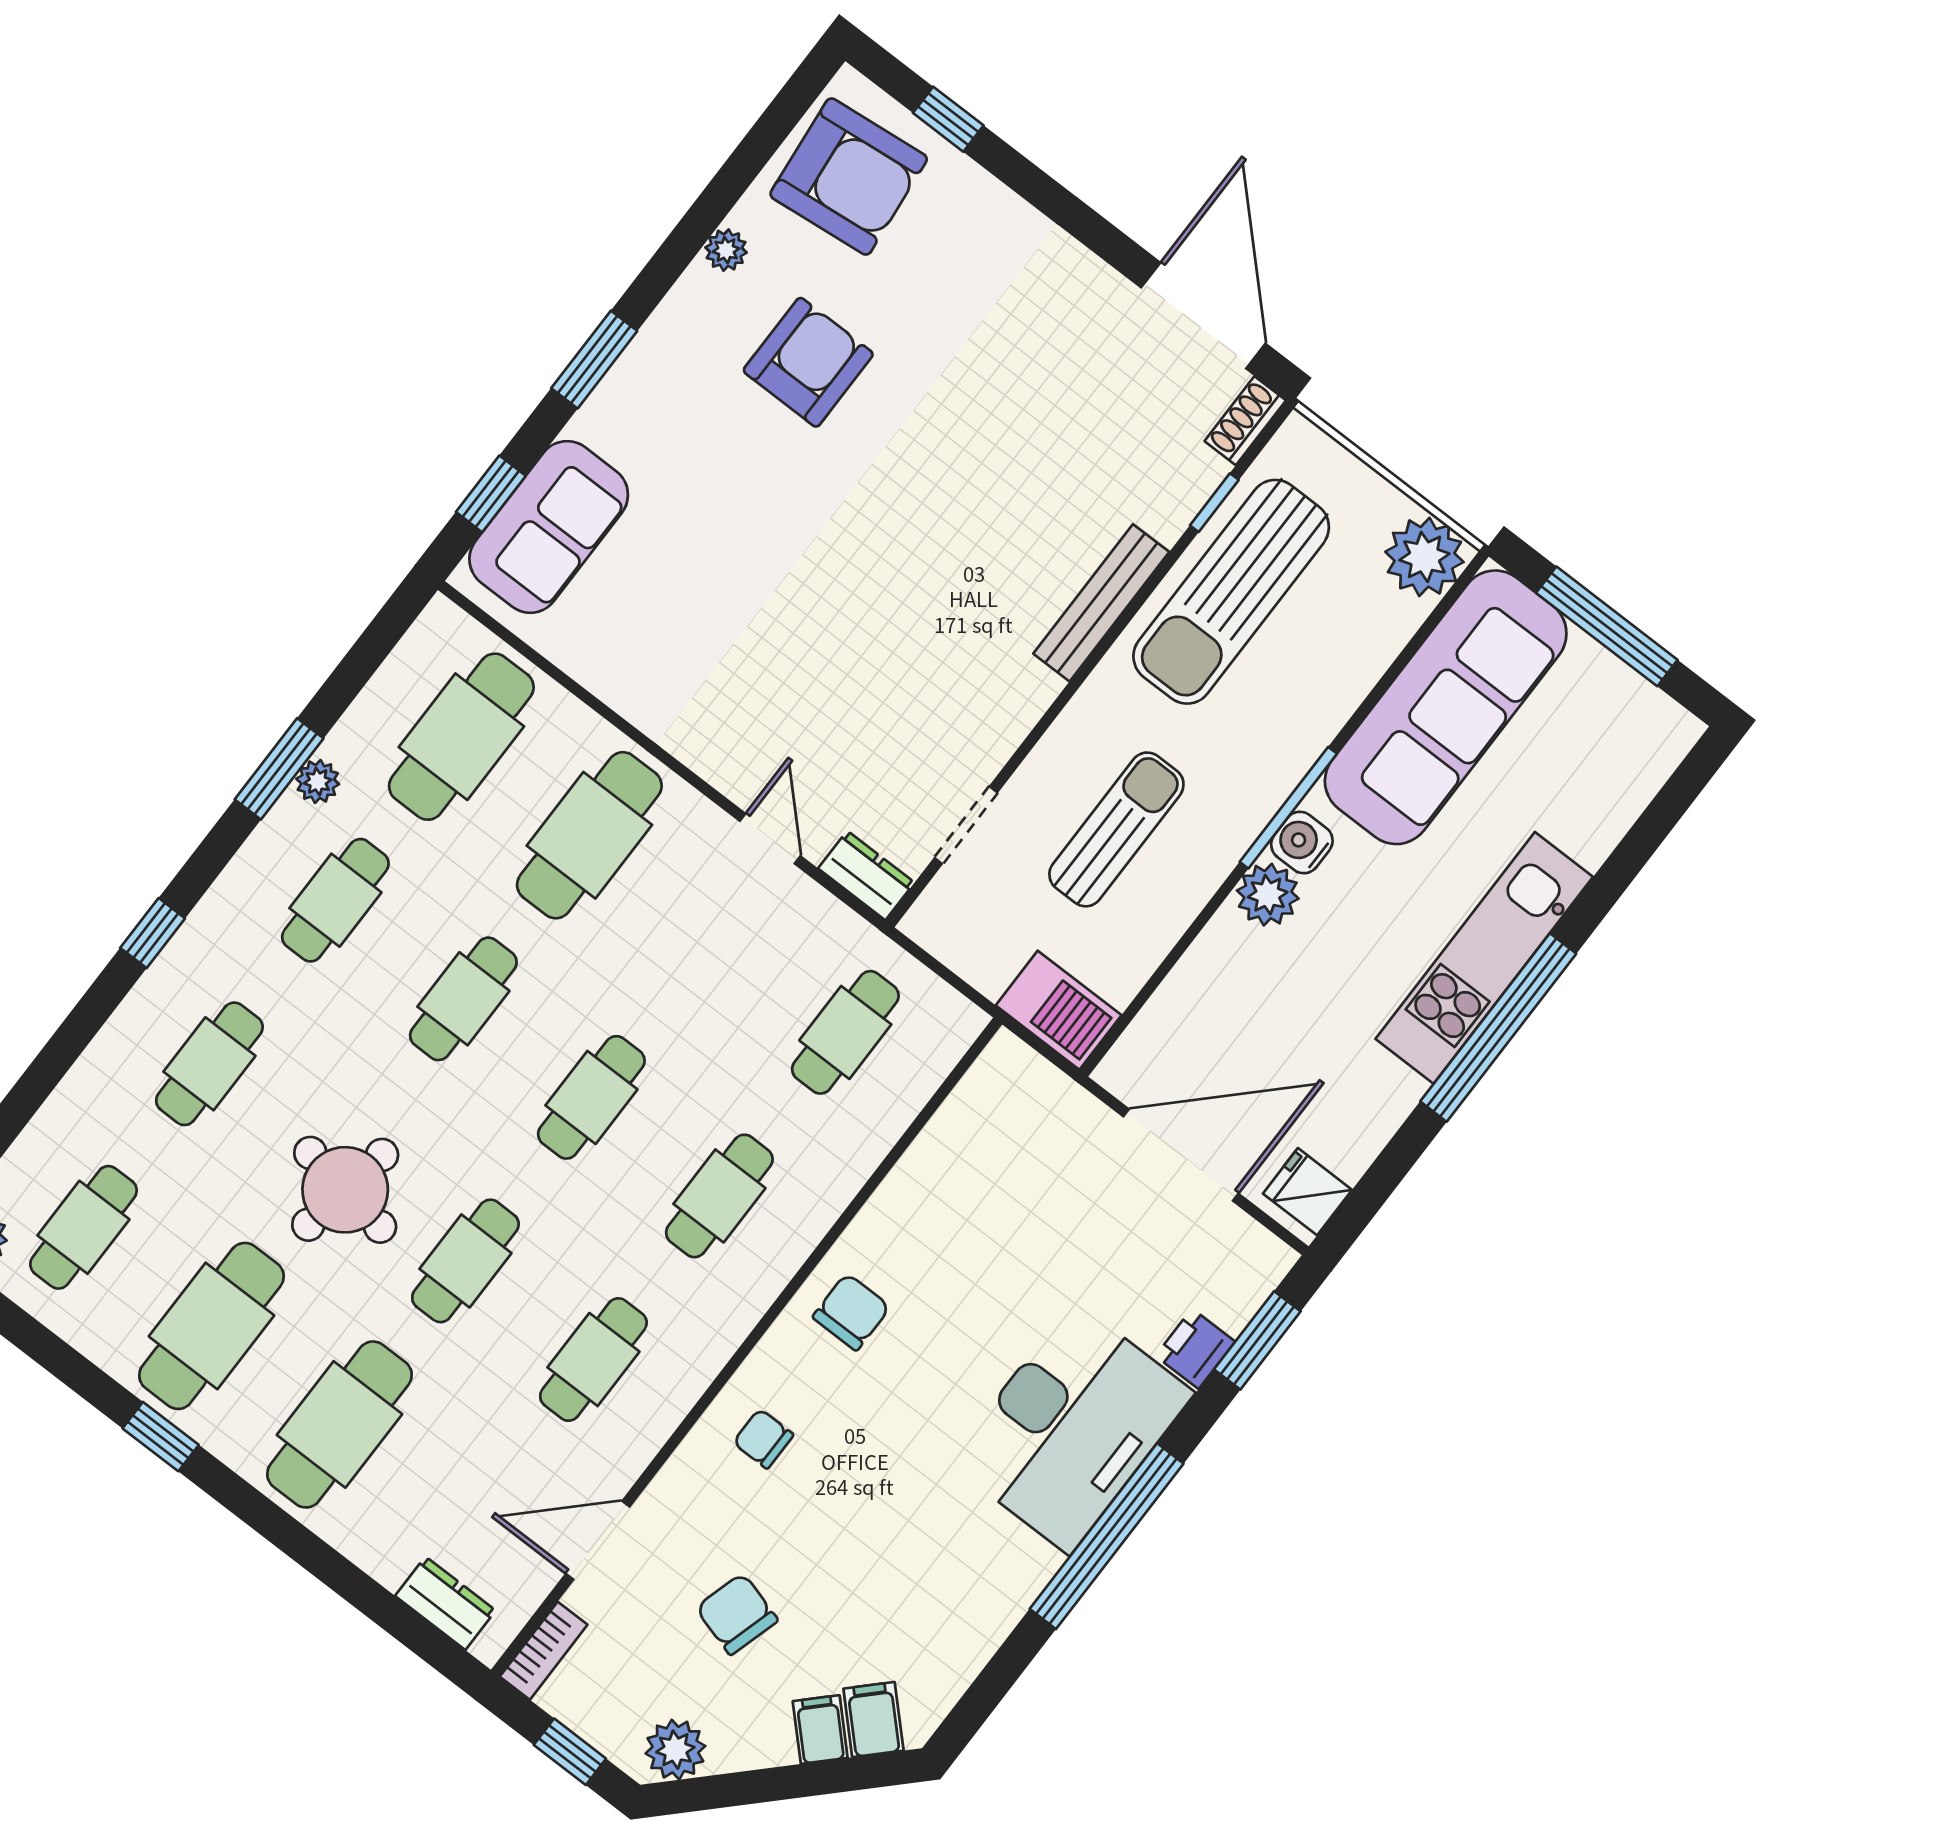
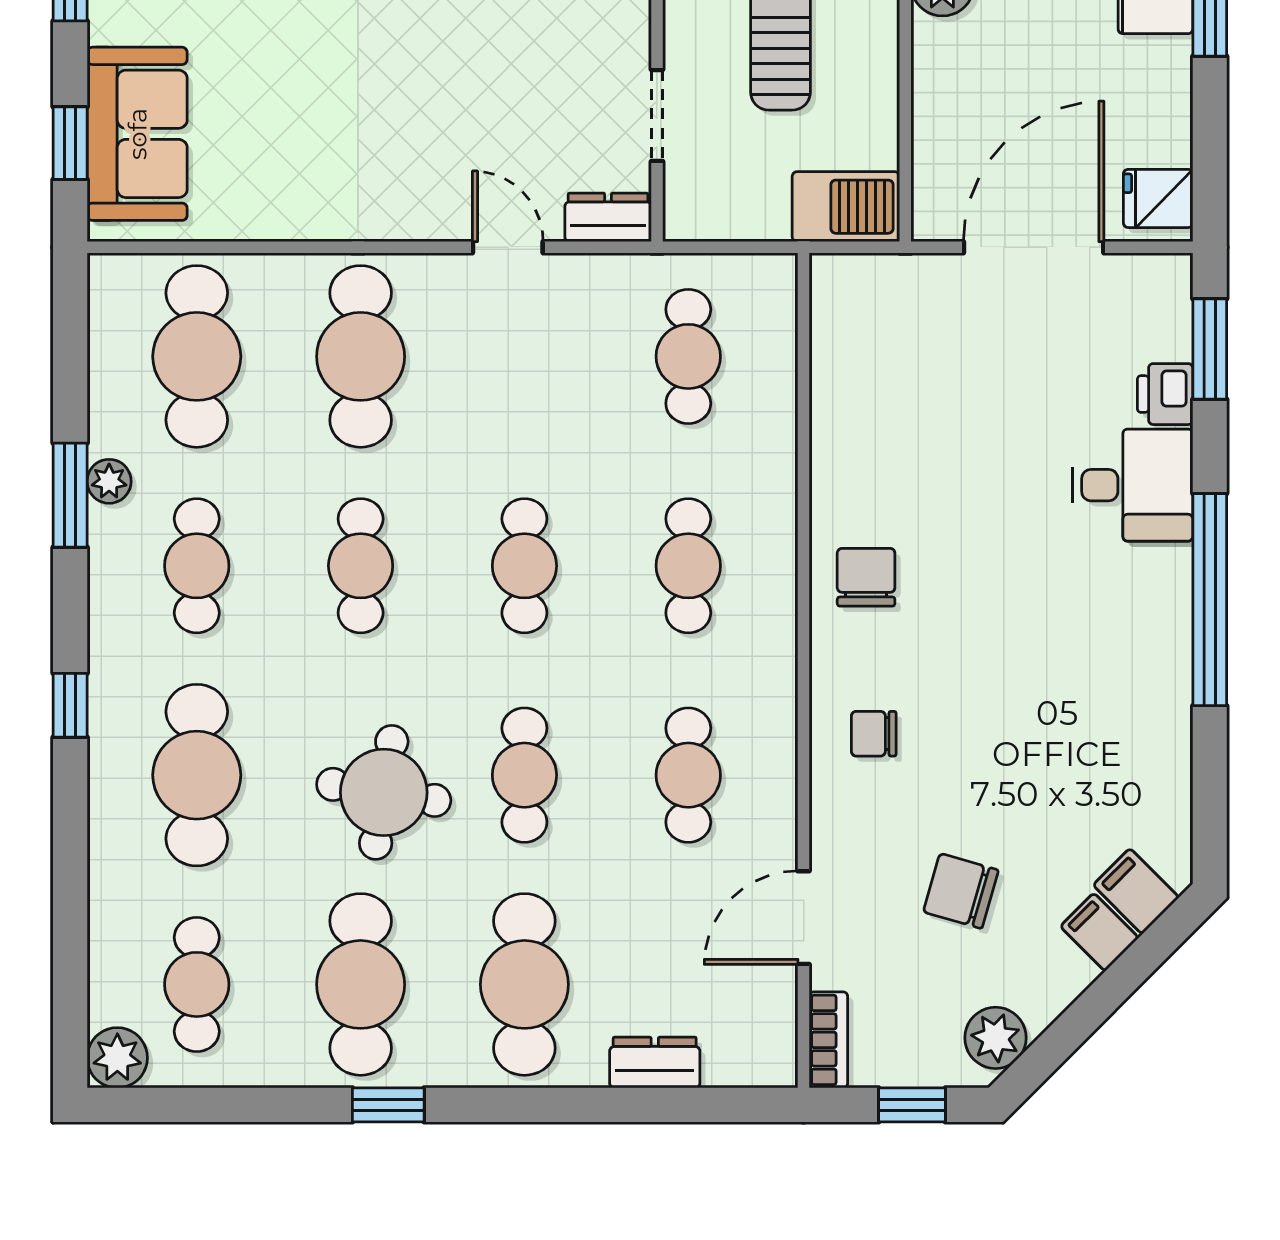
cafe table: (209, 1064) -> (197, 775), width x1.37, depth x1.35
desk: (1071, 1427) -> (1132, 485), width x0.53, depth x0.77
dresser: (445, 1603) -> (655, 1063), moved

